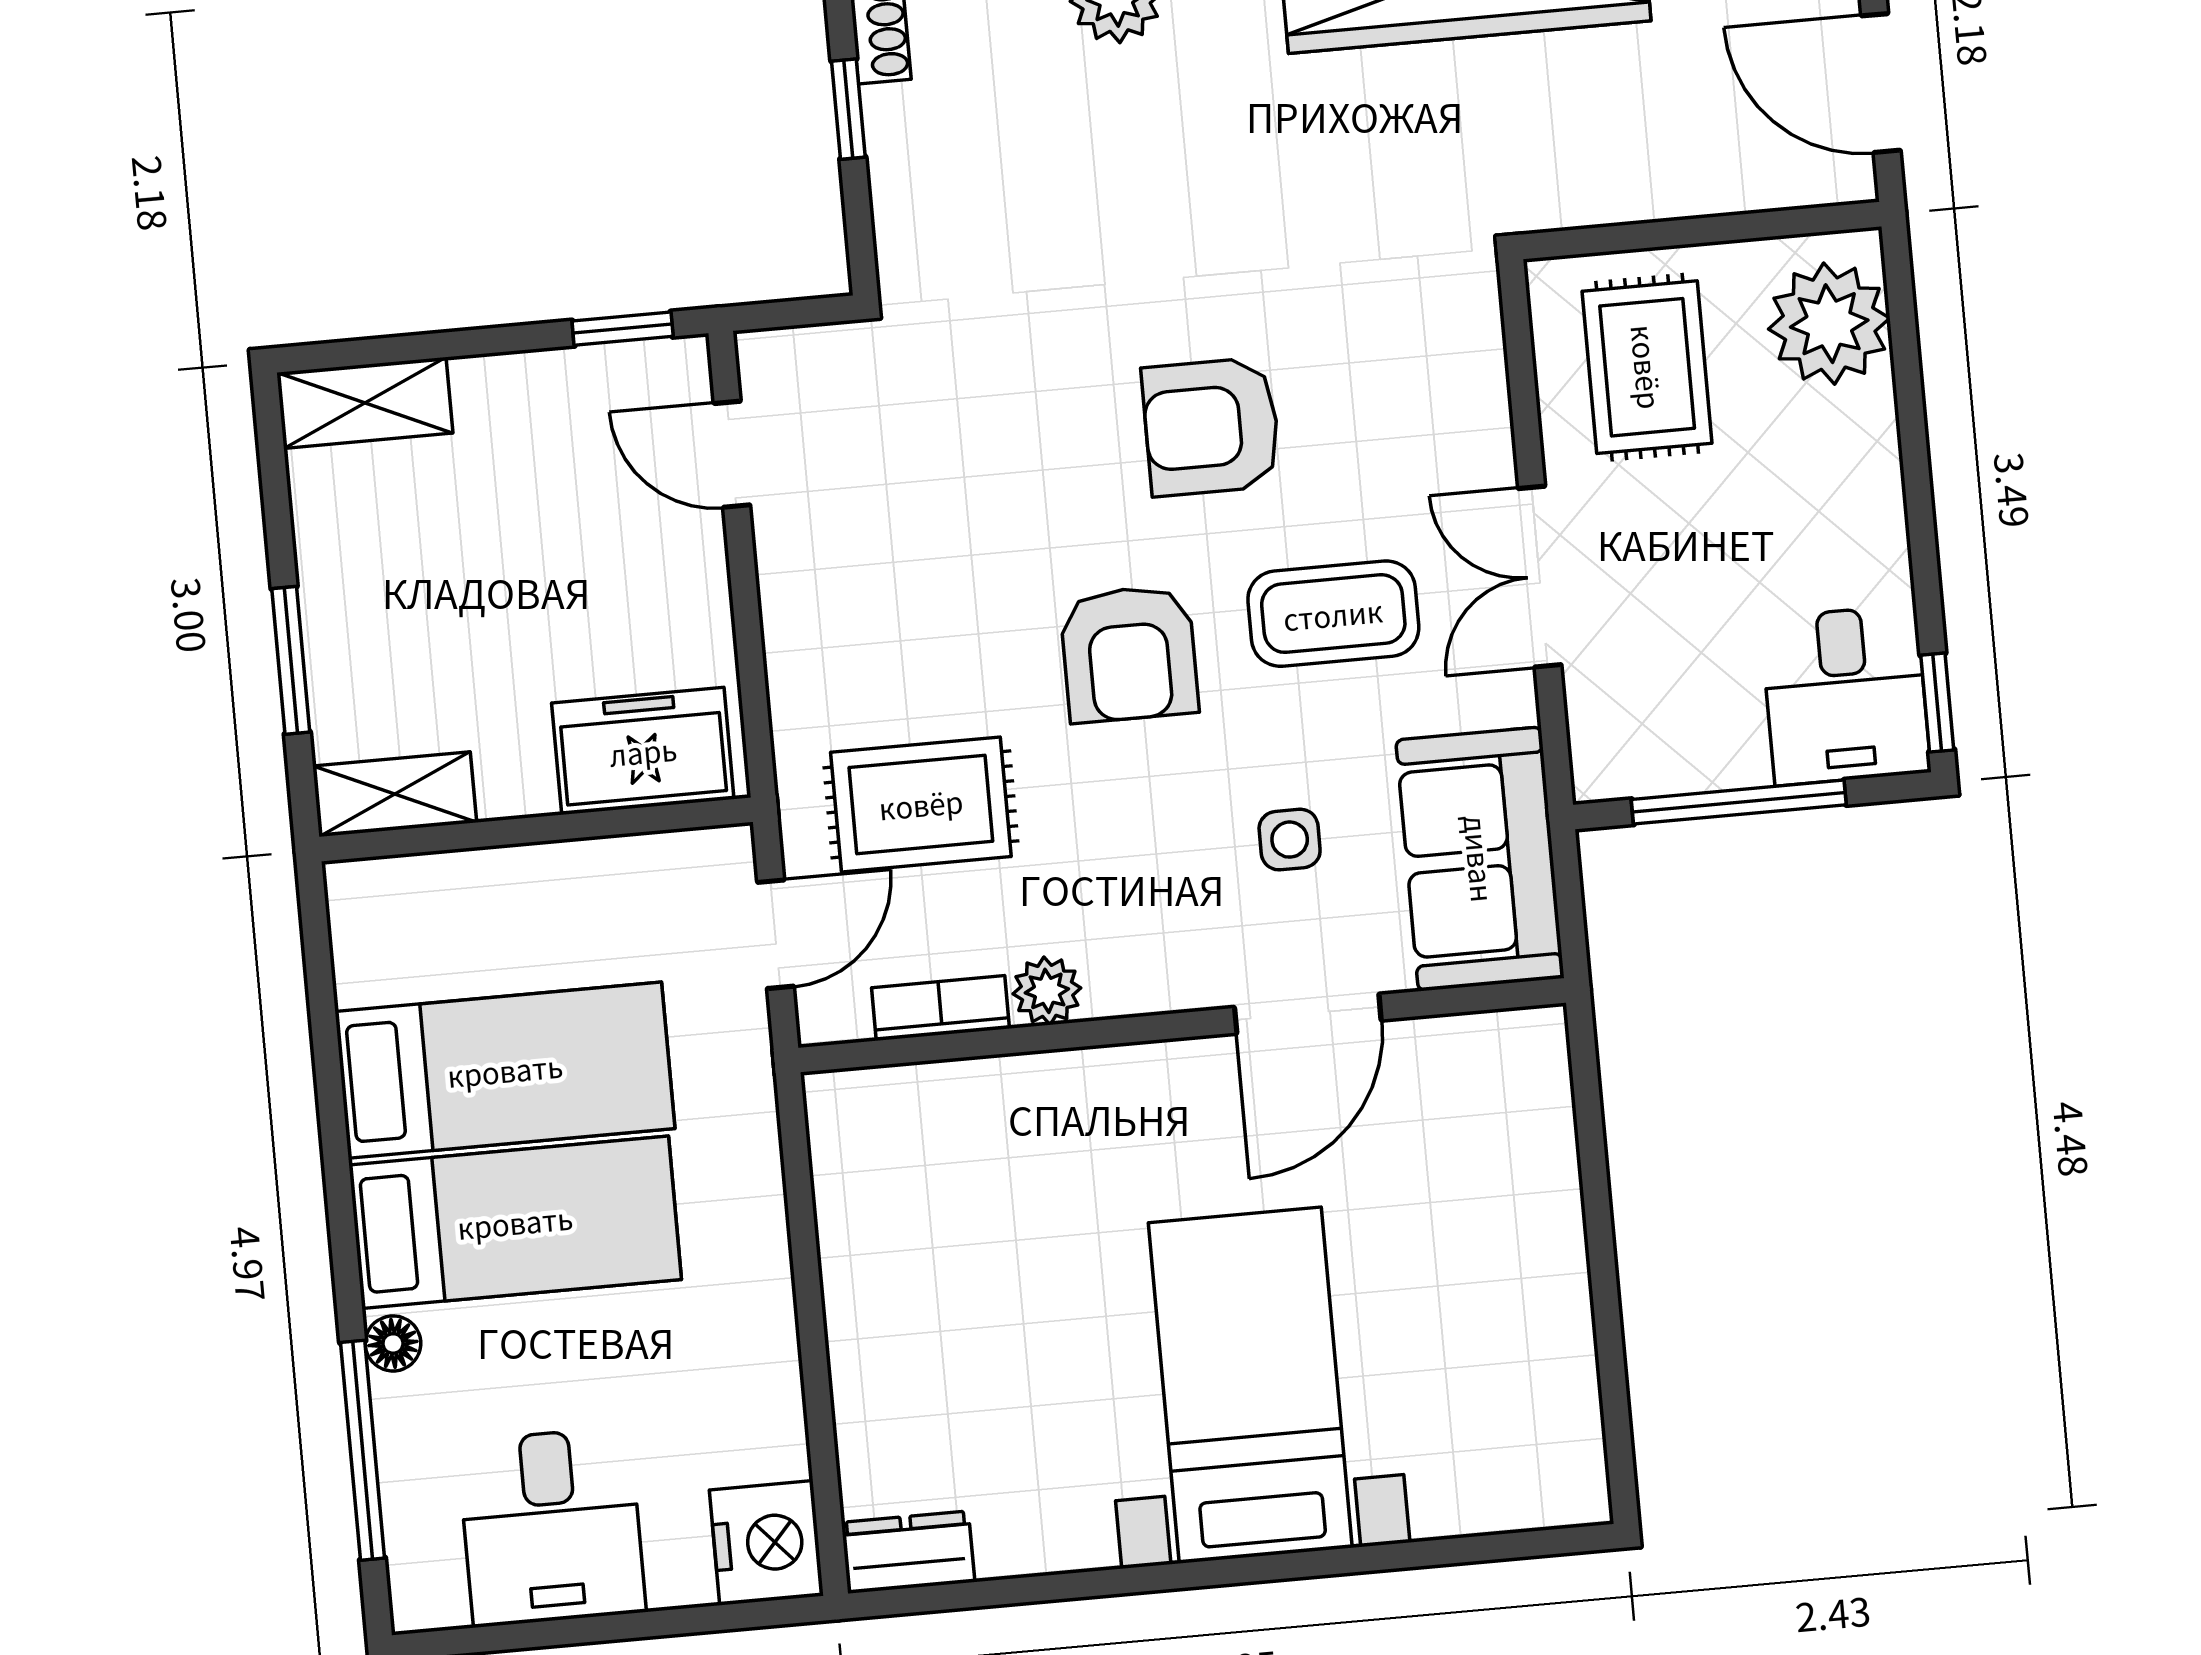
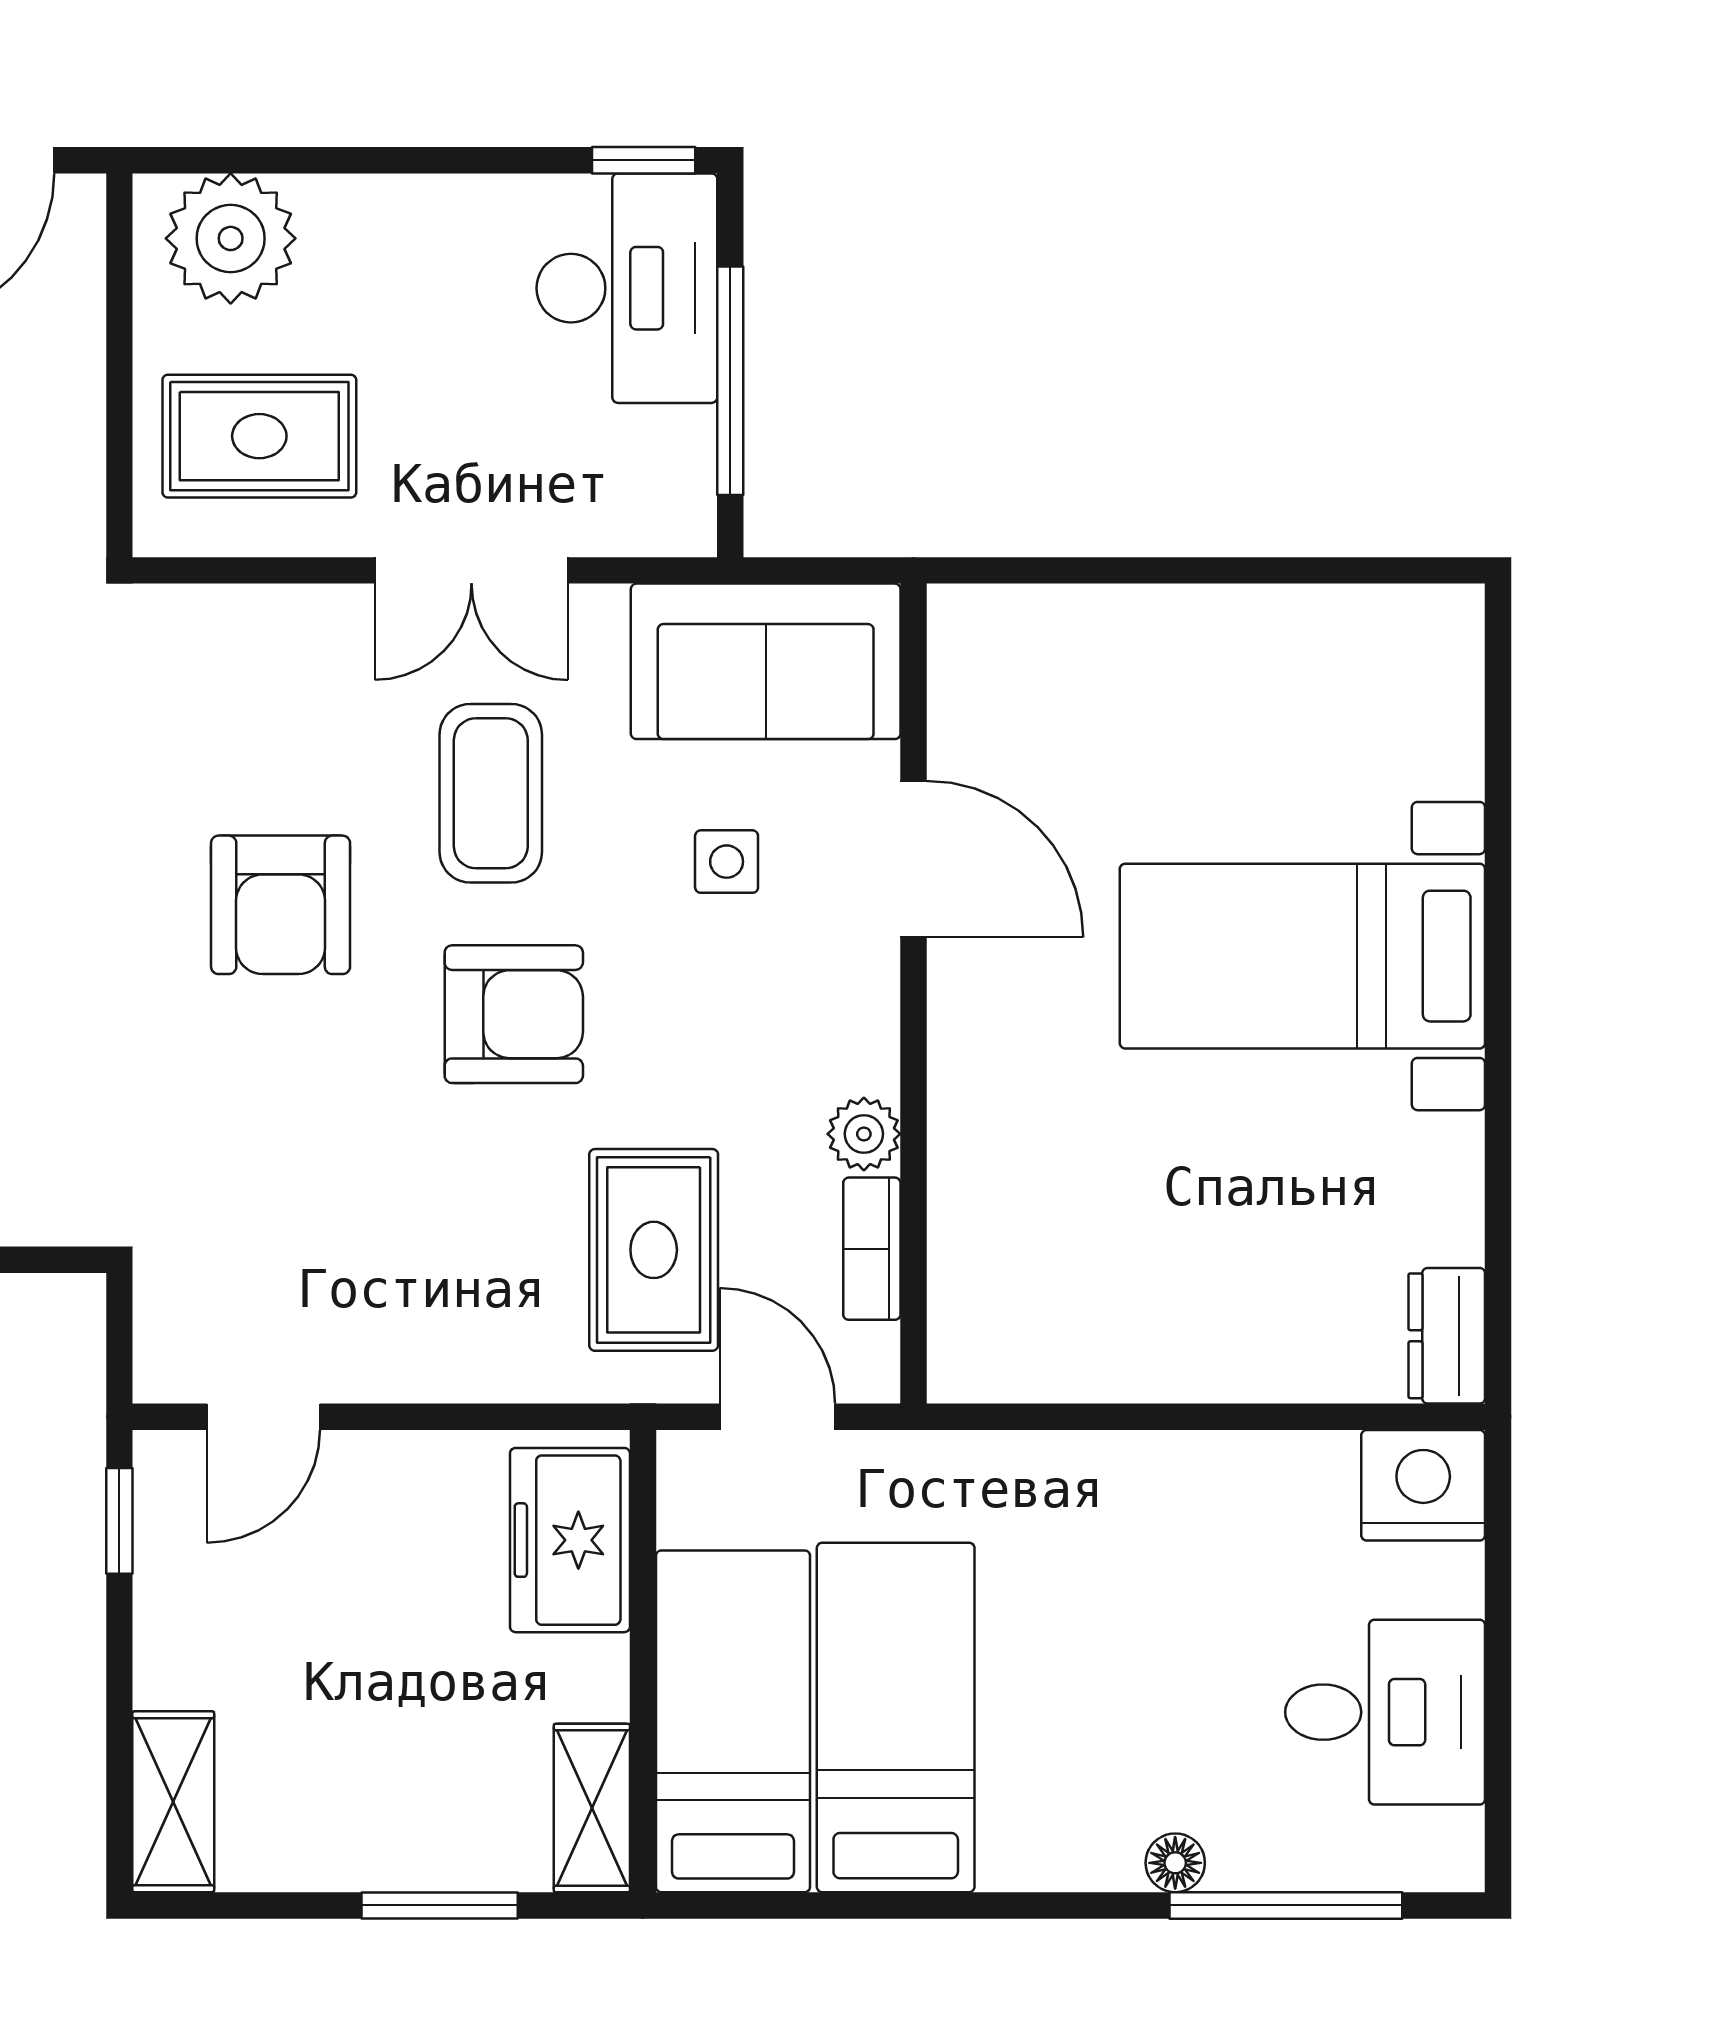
desk: (1846, 695) -> (627, 288), width x1.37
bed: (515, 1222) -> (733, 1721), moved

